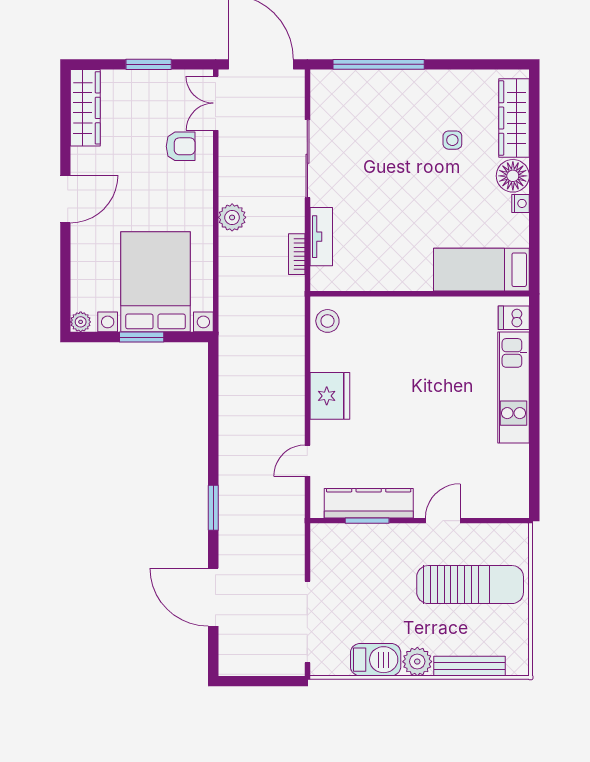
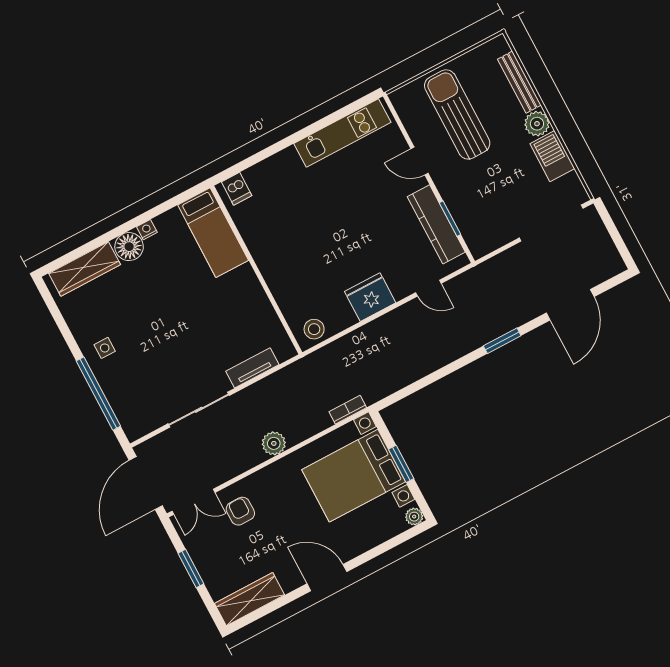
side table: (452, 140) -> (105, 348), moved
bookcase: (297, 254) -> (348, 410), moved, turned 180
kitchen unit: (514, 387) -> (342, 133), moved

